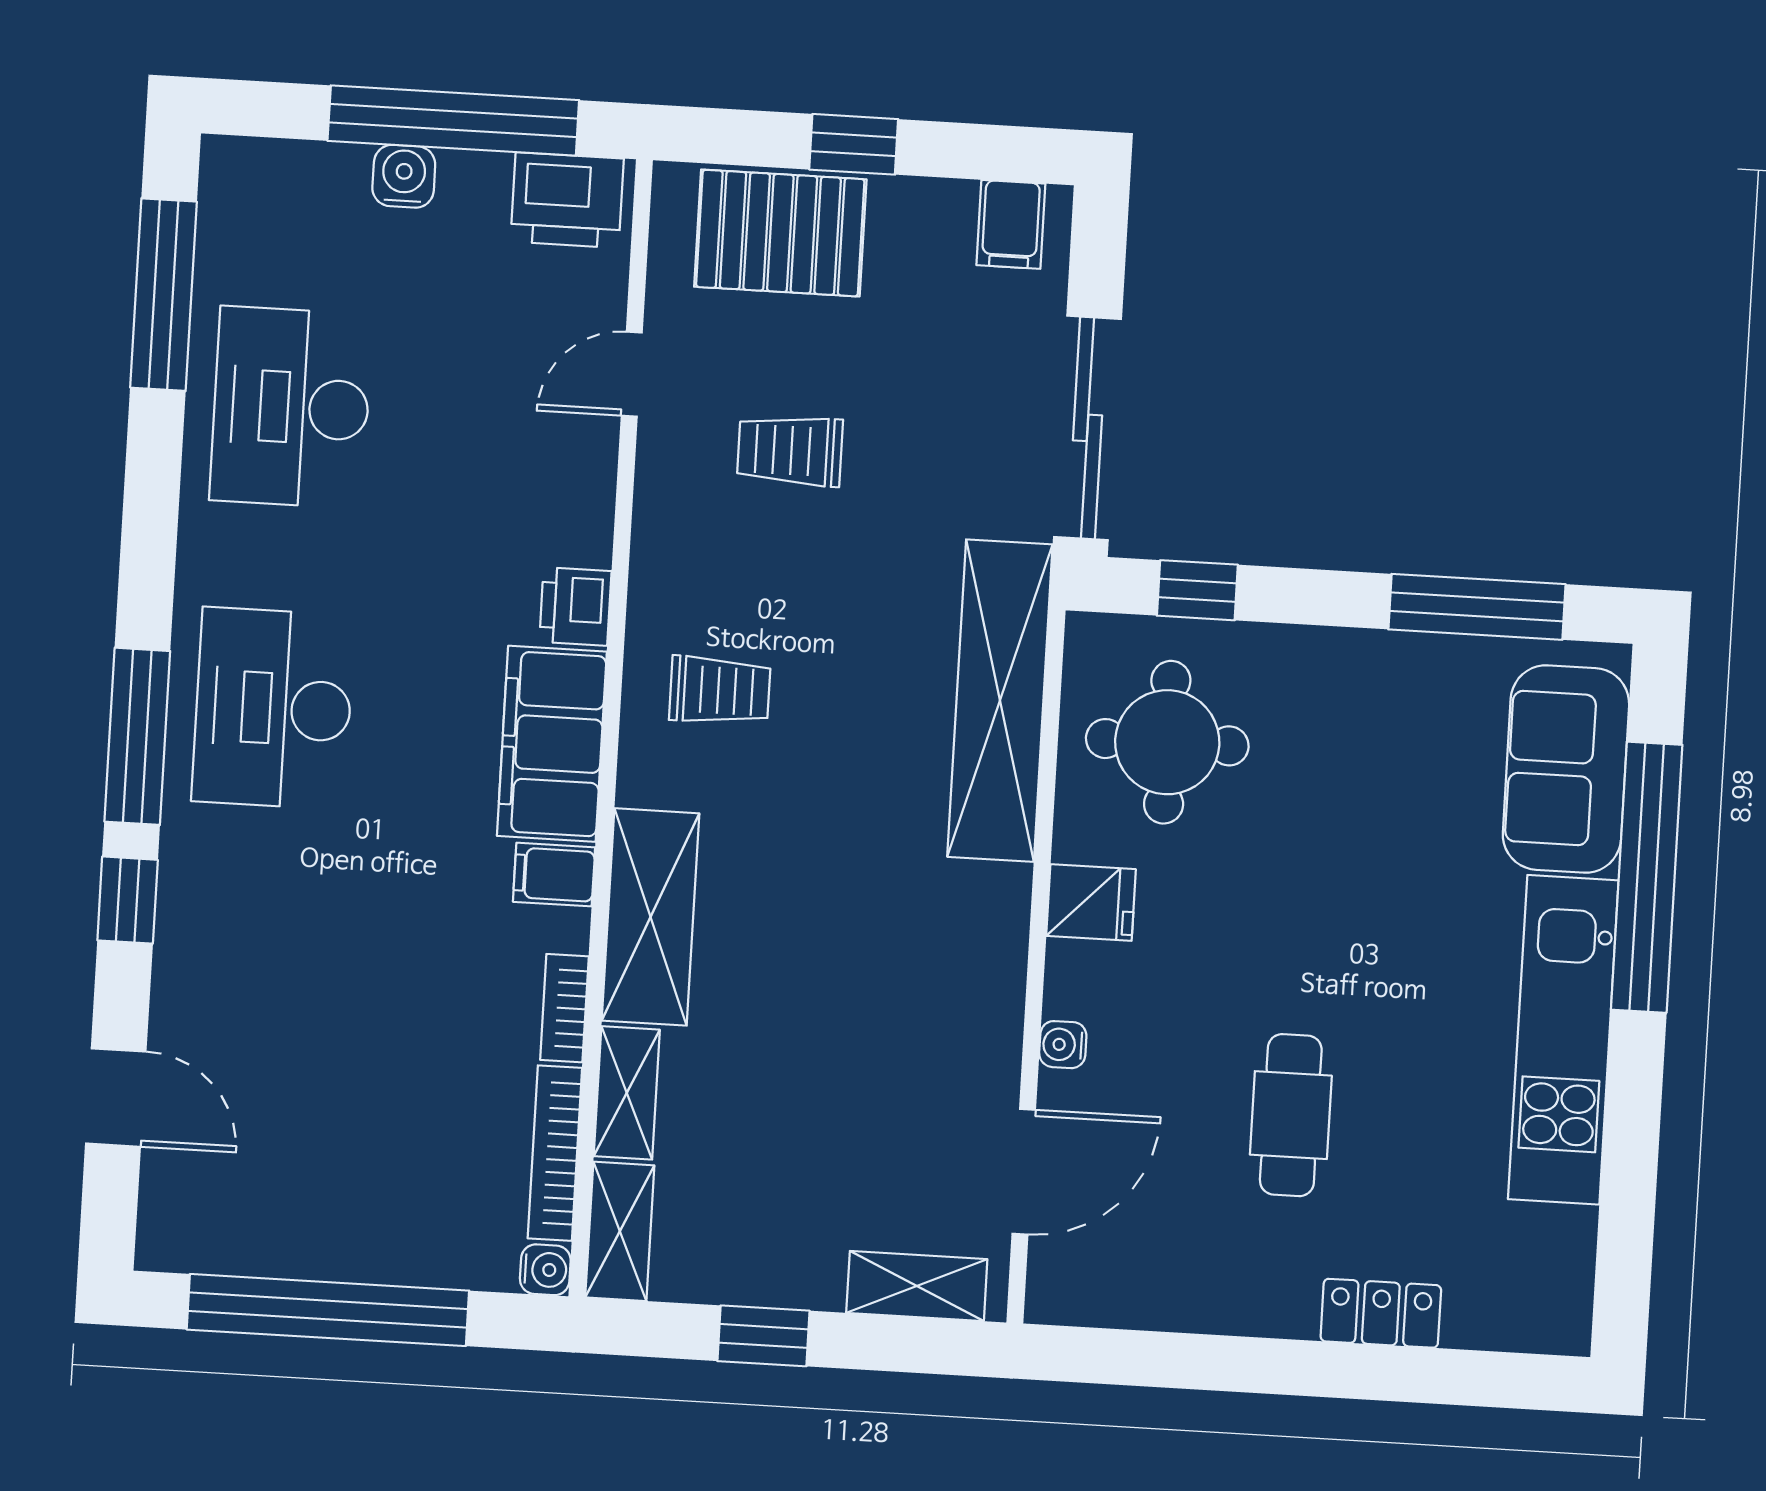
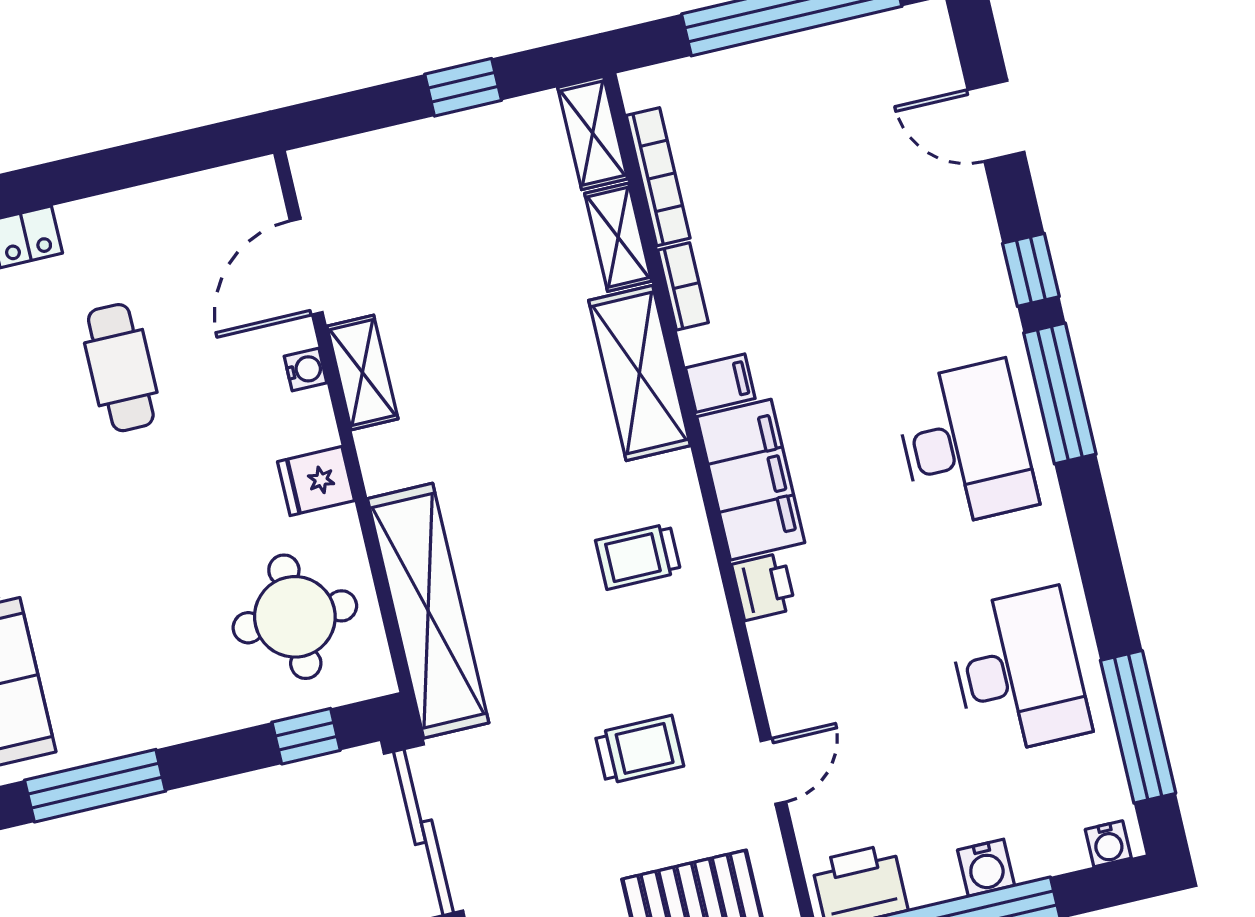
water cooler: (545, 1270) -> (1108, 844), moved, turned -90
shelving: (917, 1286) -> (362, 372), moved, turned 90

